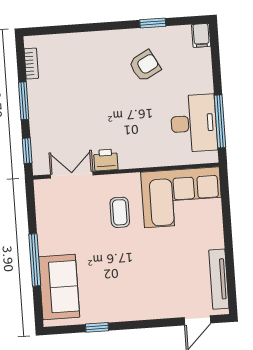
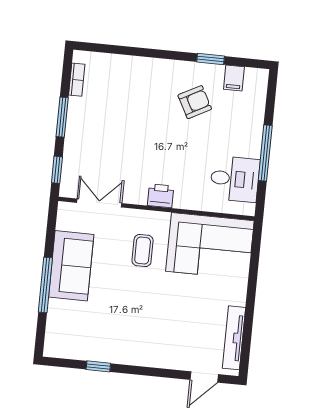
filing cabinet: (201, 35) -> (234, 78), moved
window: (220, 121) -> (265, 153), moved
desk: (194, 123) -> (235, 179), width x0.73
printer: (106, 160) -> (161, 196), moved
sofa: (59, 287) -> (71, 266), moved

